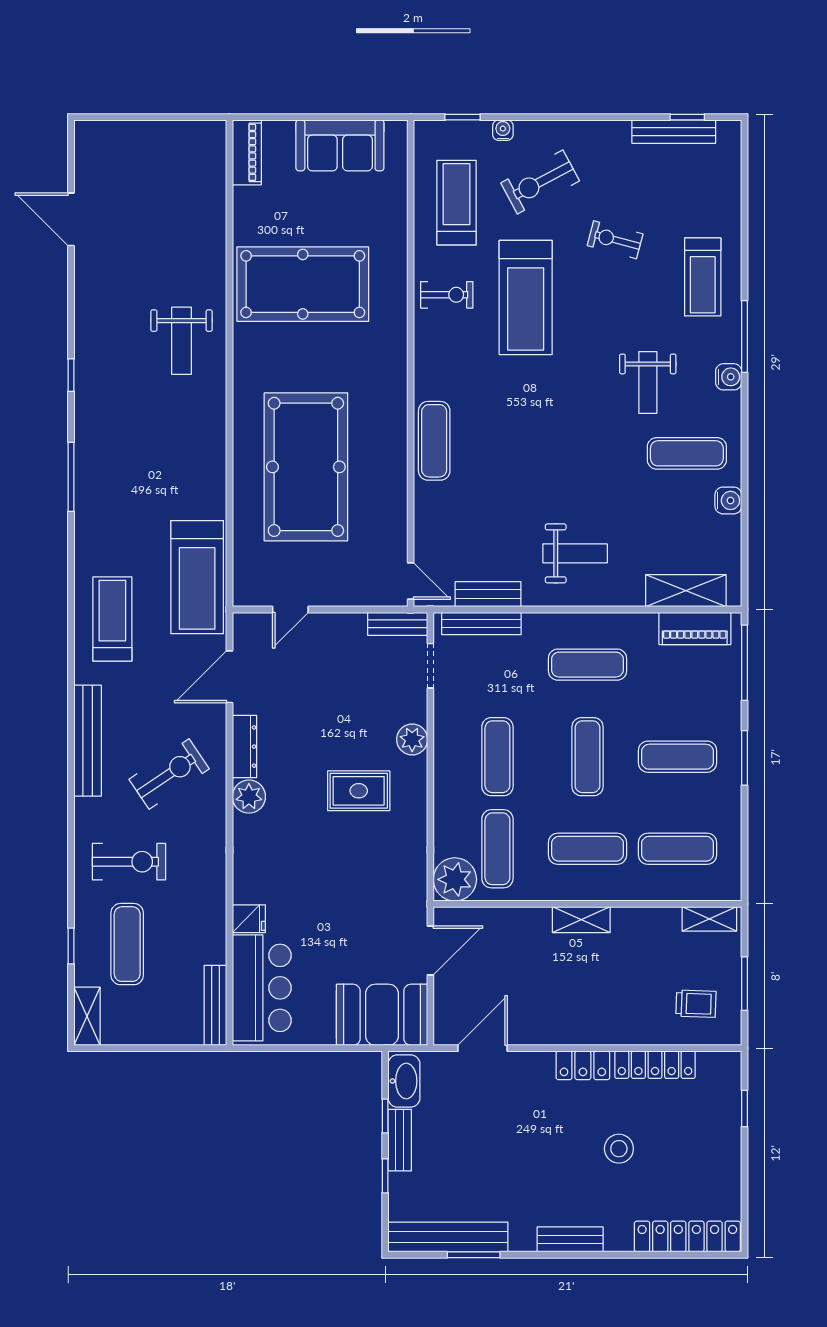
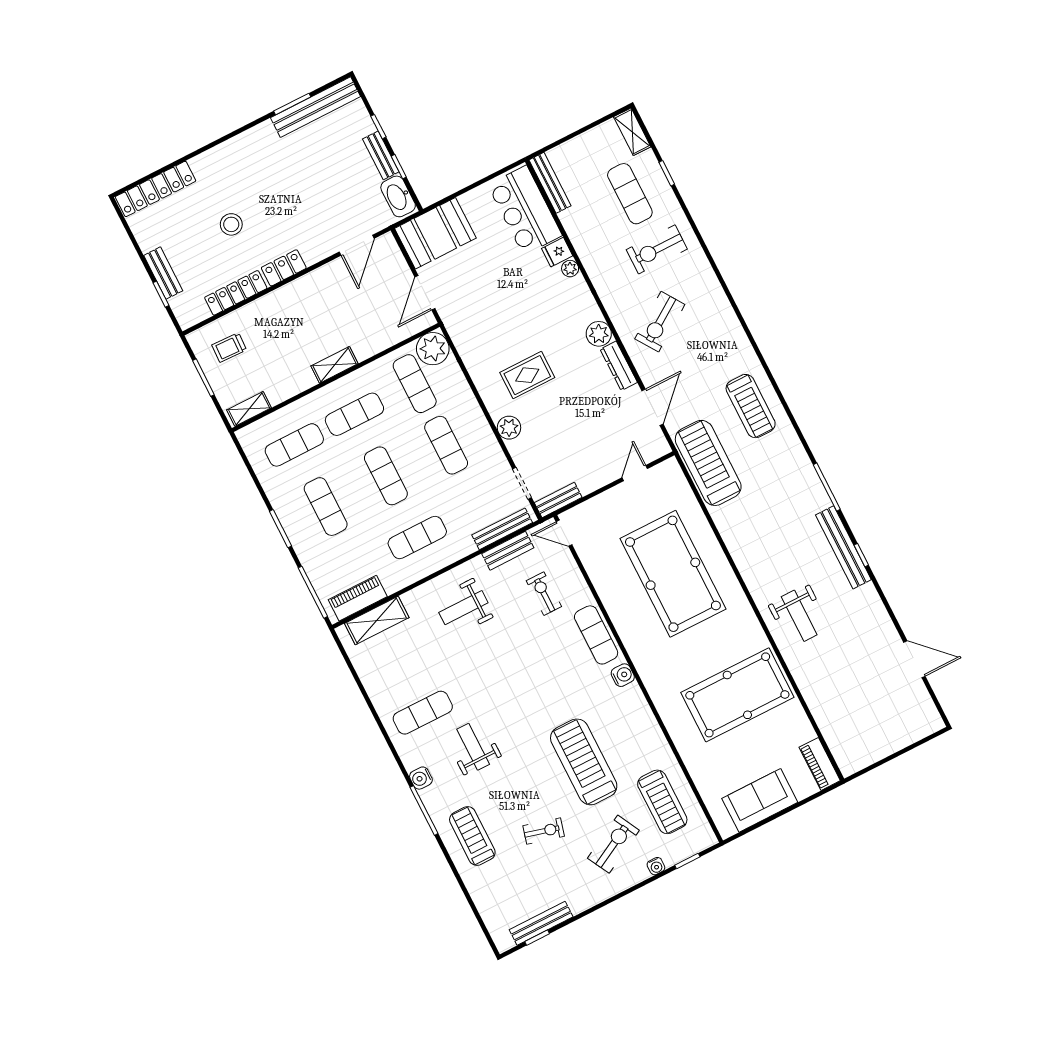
exercise bike: (447, 295) -> (544, 594), moved, turned 90
weight bench: (182, 341) -> (799, 616), turned 180
water cooler: (728, 500) -> (623, 675), moved, turned 180
bench: (88, 741) -> (843, 547), moved
exercise mat: (678, 757) -> (326, 507), turned 90
plant: (243, 891) -> (570, 269), added
bench: (570, 1239) -> (163, 273), moved, turned 90

